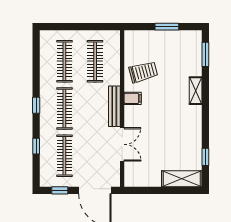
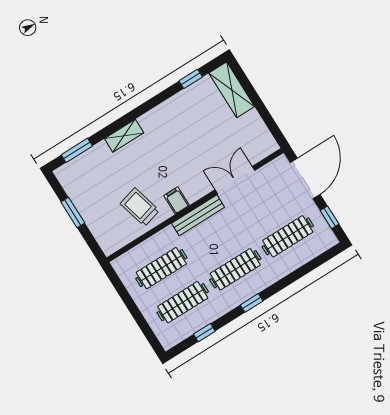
window: (36, 146) -> (204, 333), moved

